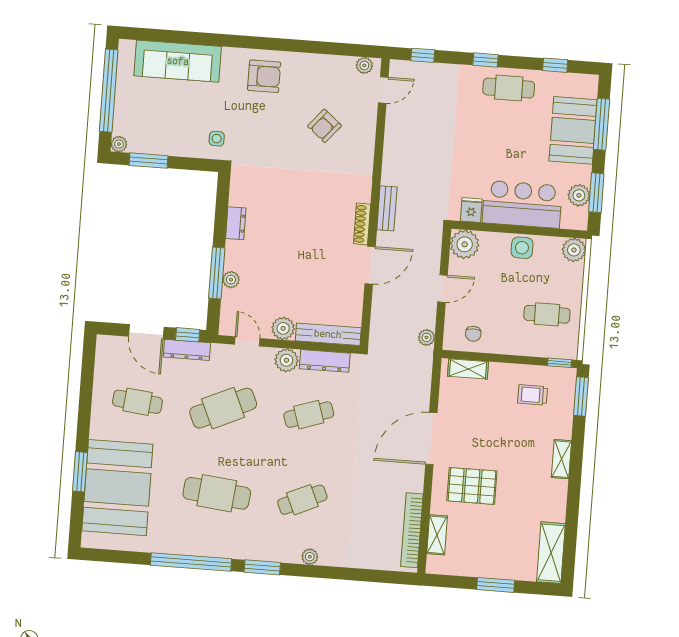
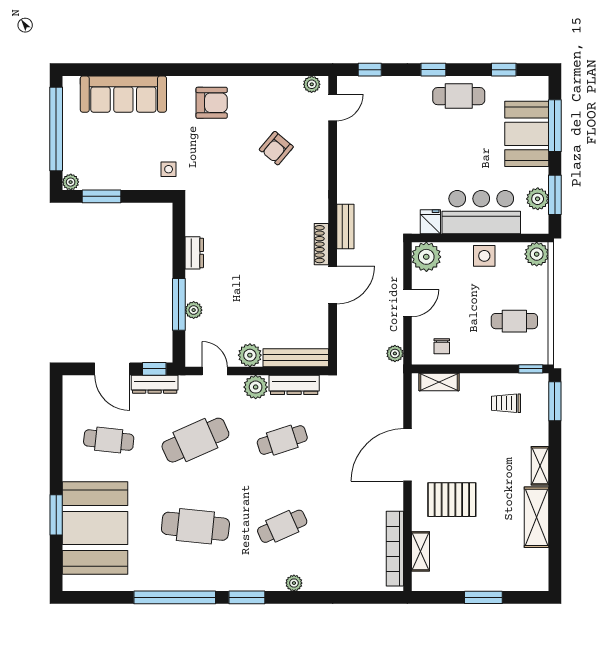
shelving: (551, 553) -> (537, 517), moved

